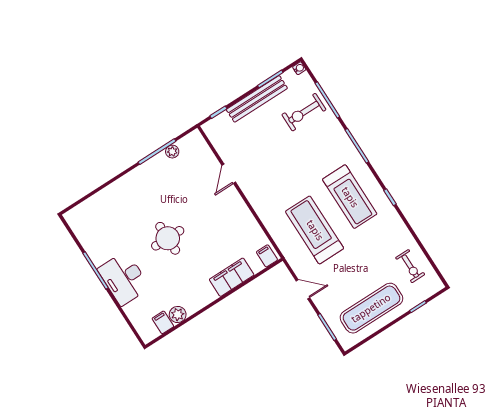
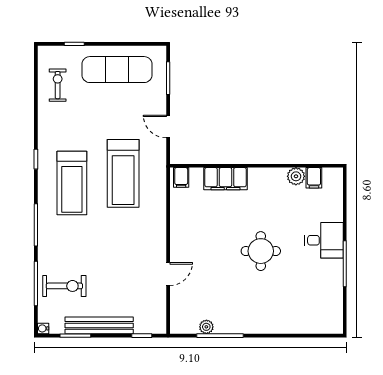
treadmill: (350, 197) -> (72, 183), turned 180
desk: (124, 278) -> (324, 240), width x0.73

